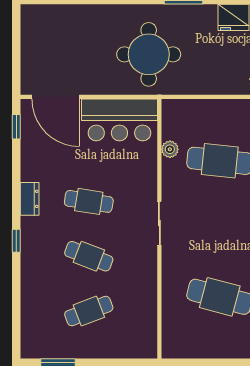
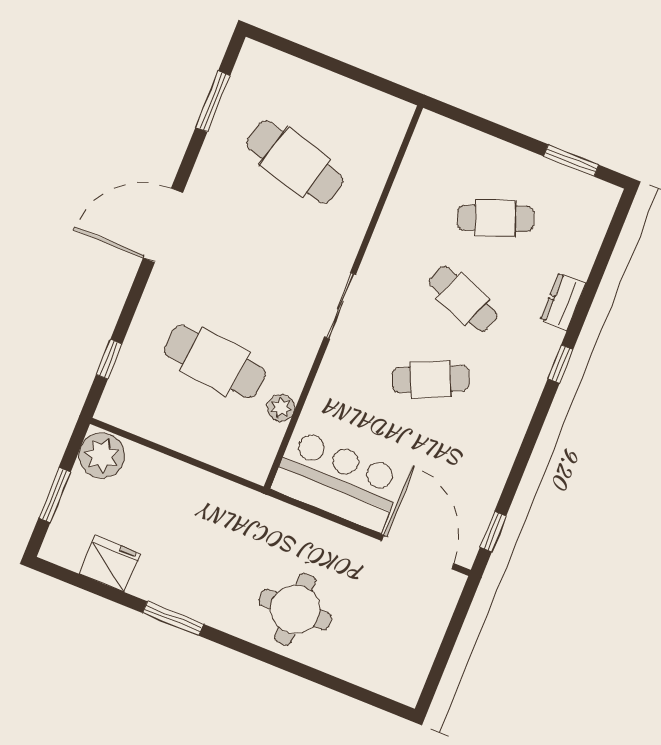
round table: (149, 54) -> (295, 609), moved, width x0.73, depth x0.73
dresser: (30, 199) -> (563, 302), moved
cafe table: (89, 201) -> (431, 379), turned -33

